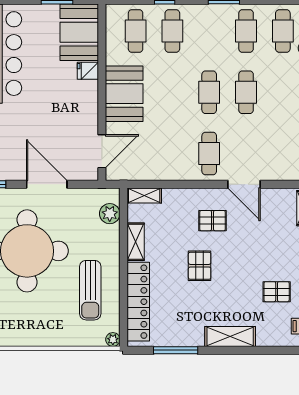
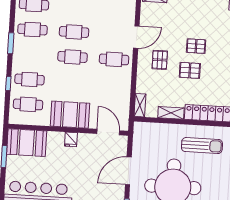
fridge: (88, 71) -> (71, 139), moved
plant: (110, 214) -> (151, 129), removed
pallet: (277, 292) -> (196, 46), moved, turned 90

